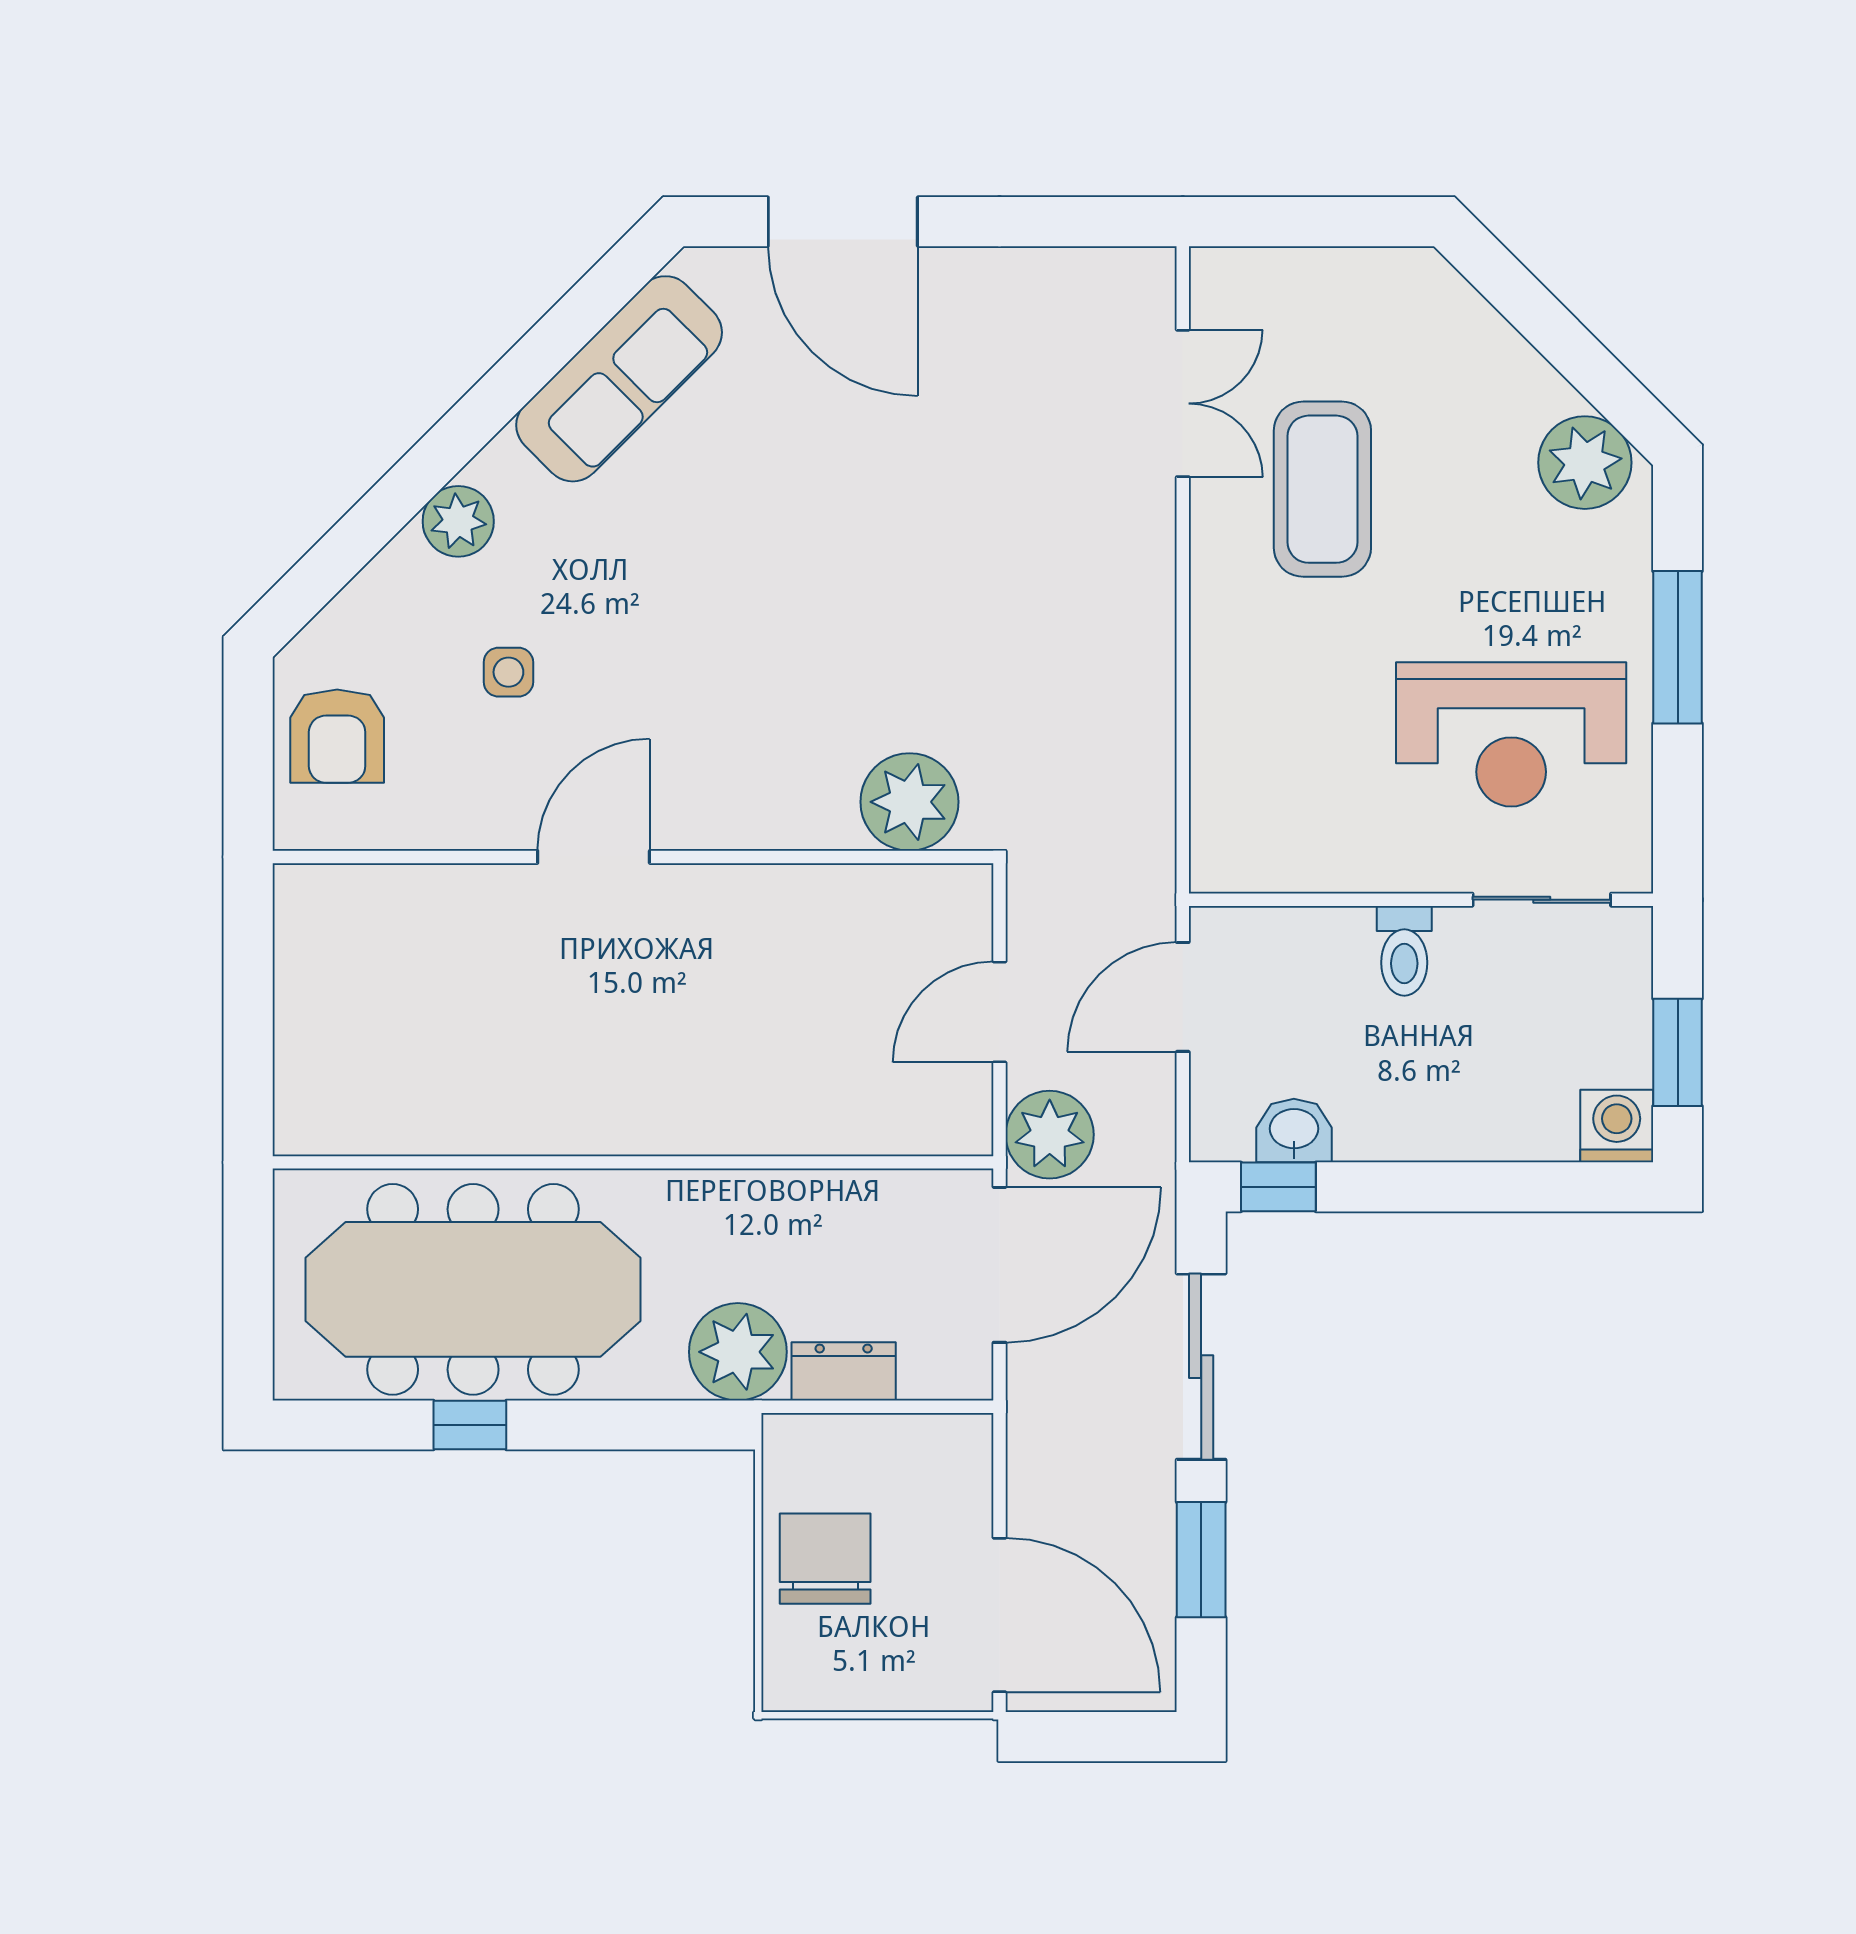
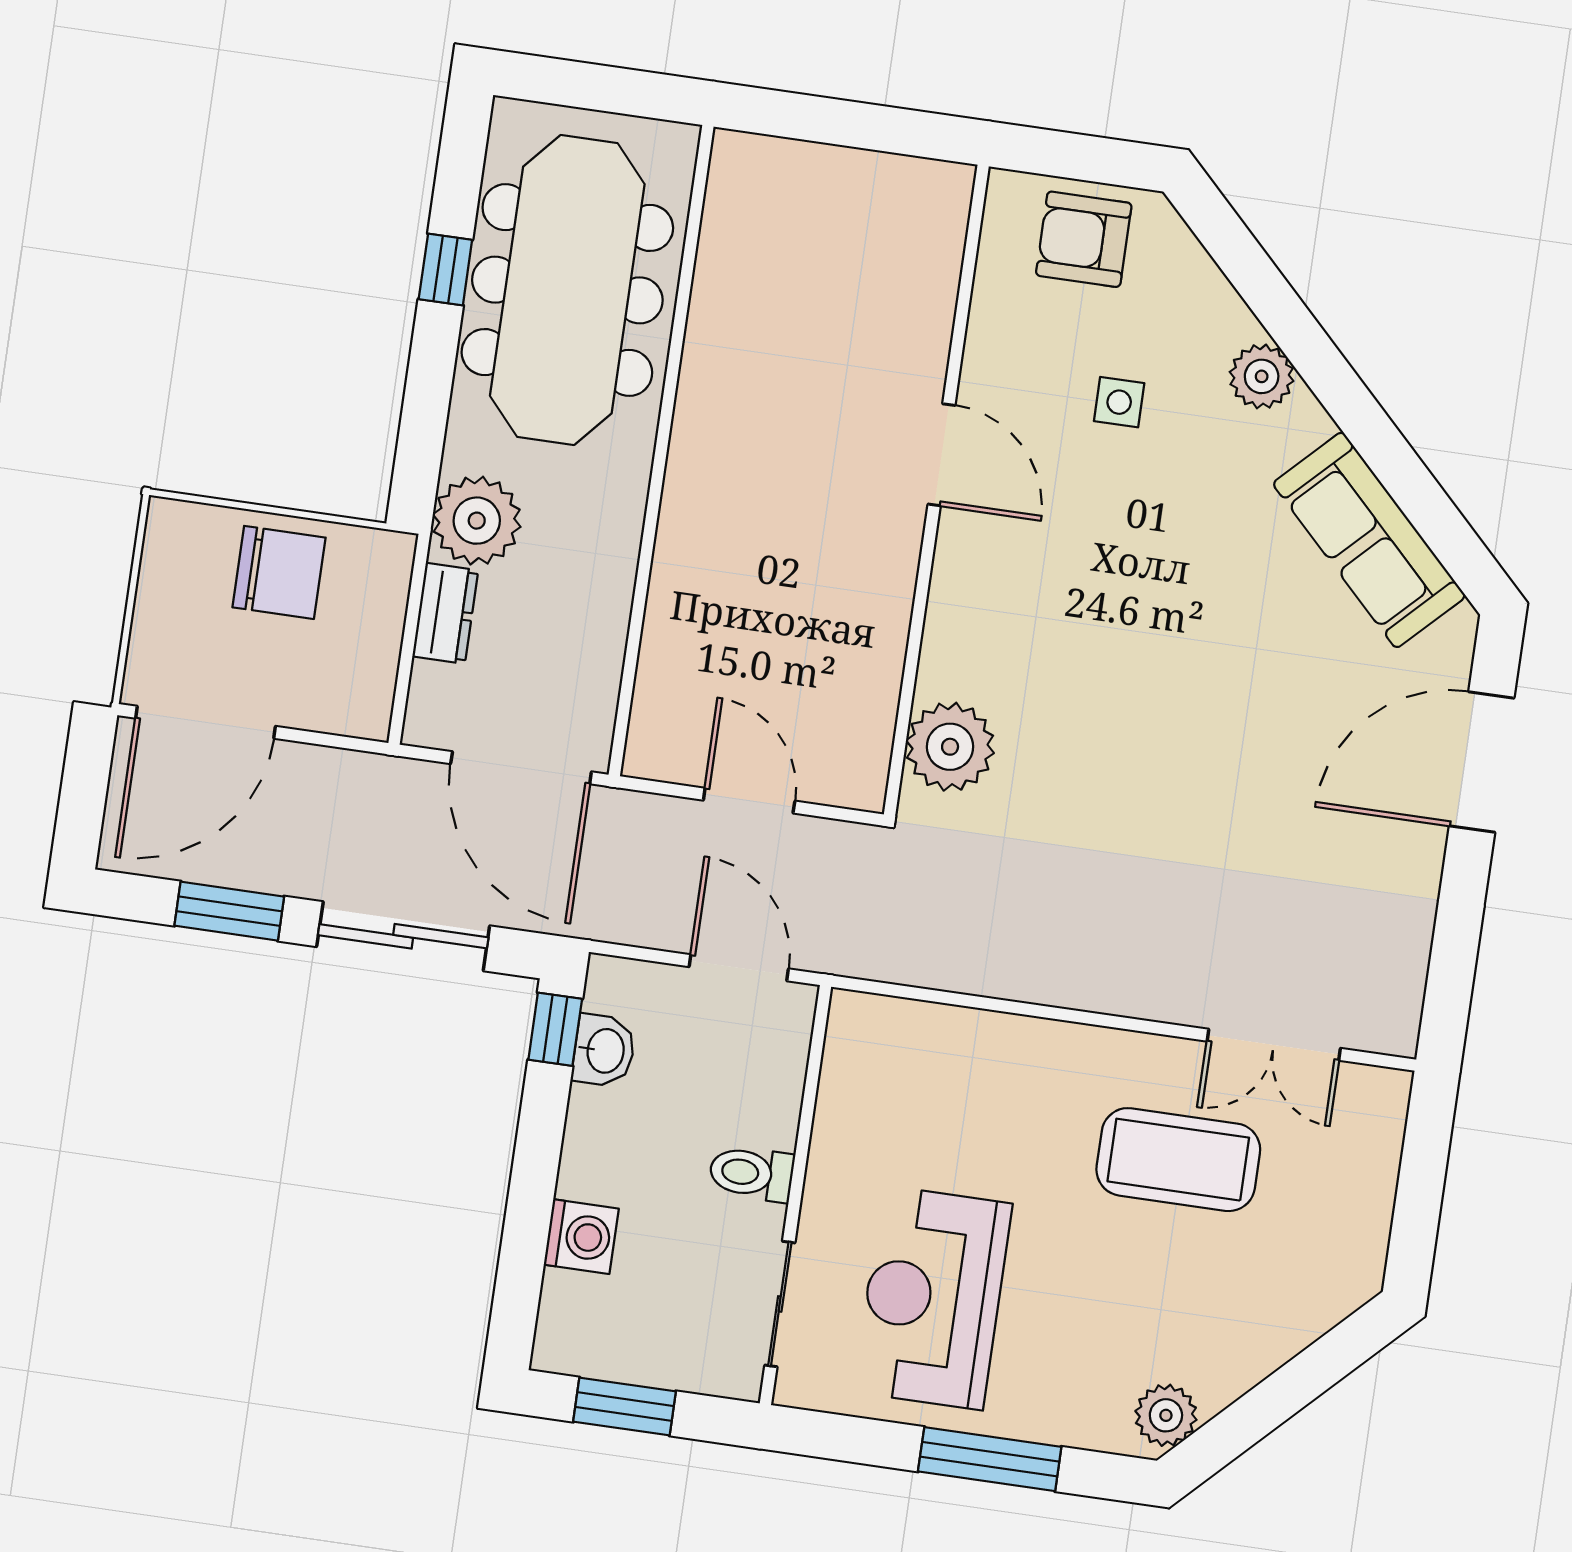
plant: (1585, 463) -> (1166, 1415), width x0.73, depth x0.73
washing machine: (1617, 1126) -> (581, 1237), moved
plant: (1050, 1135) -> (632, 830), removed

